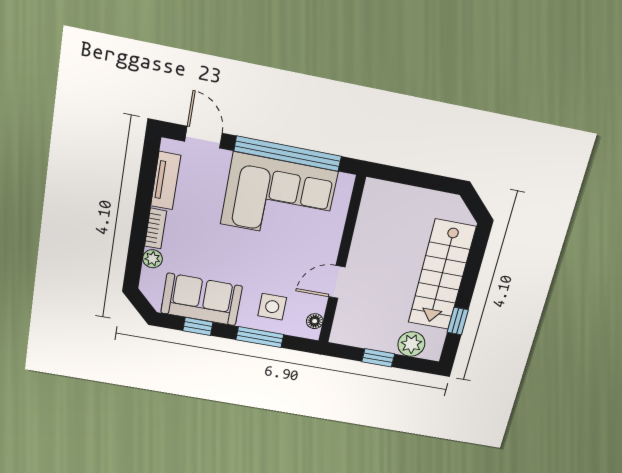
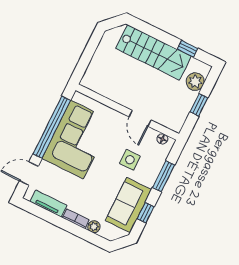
side table: (272, 307) -> (130, 160), moved

